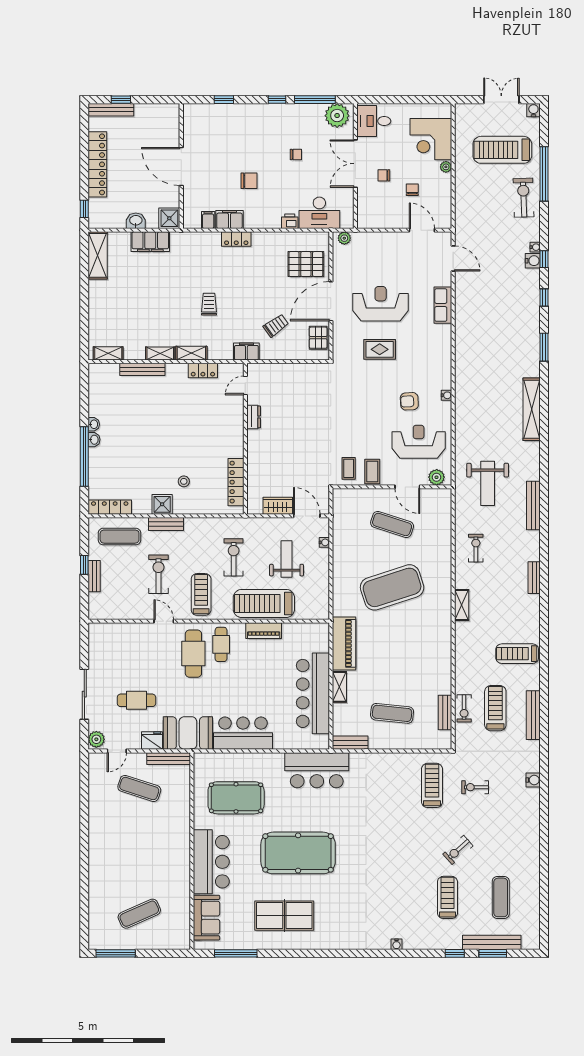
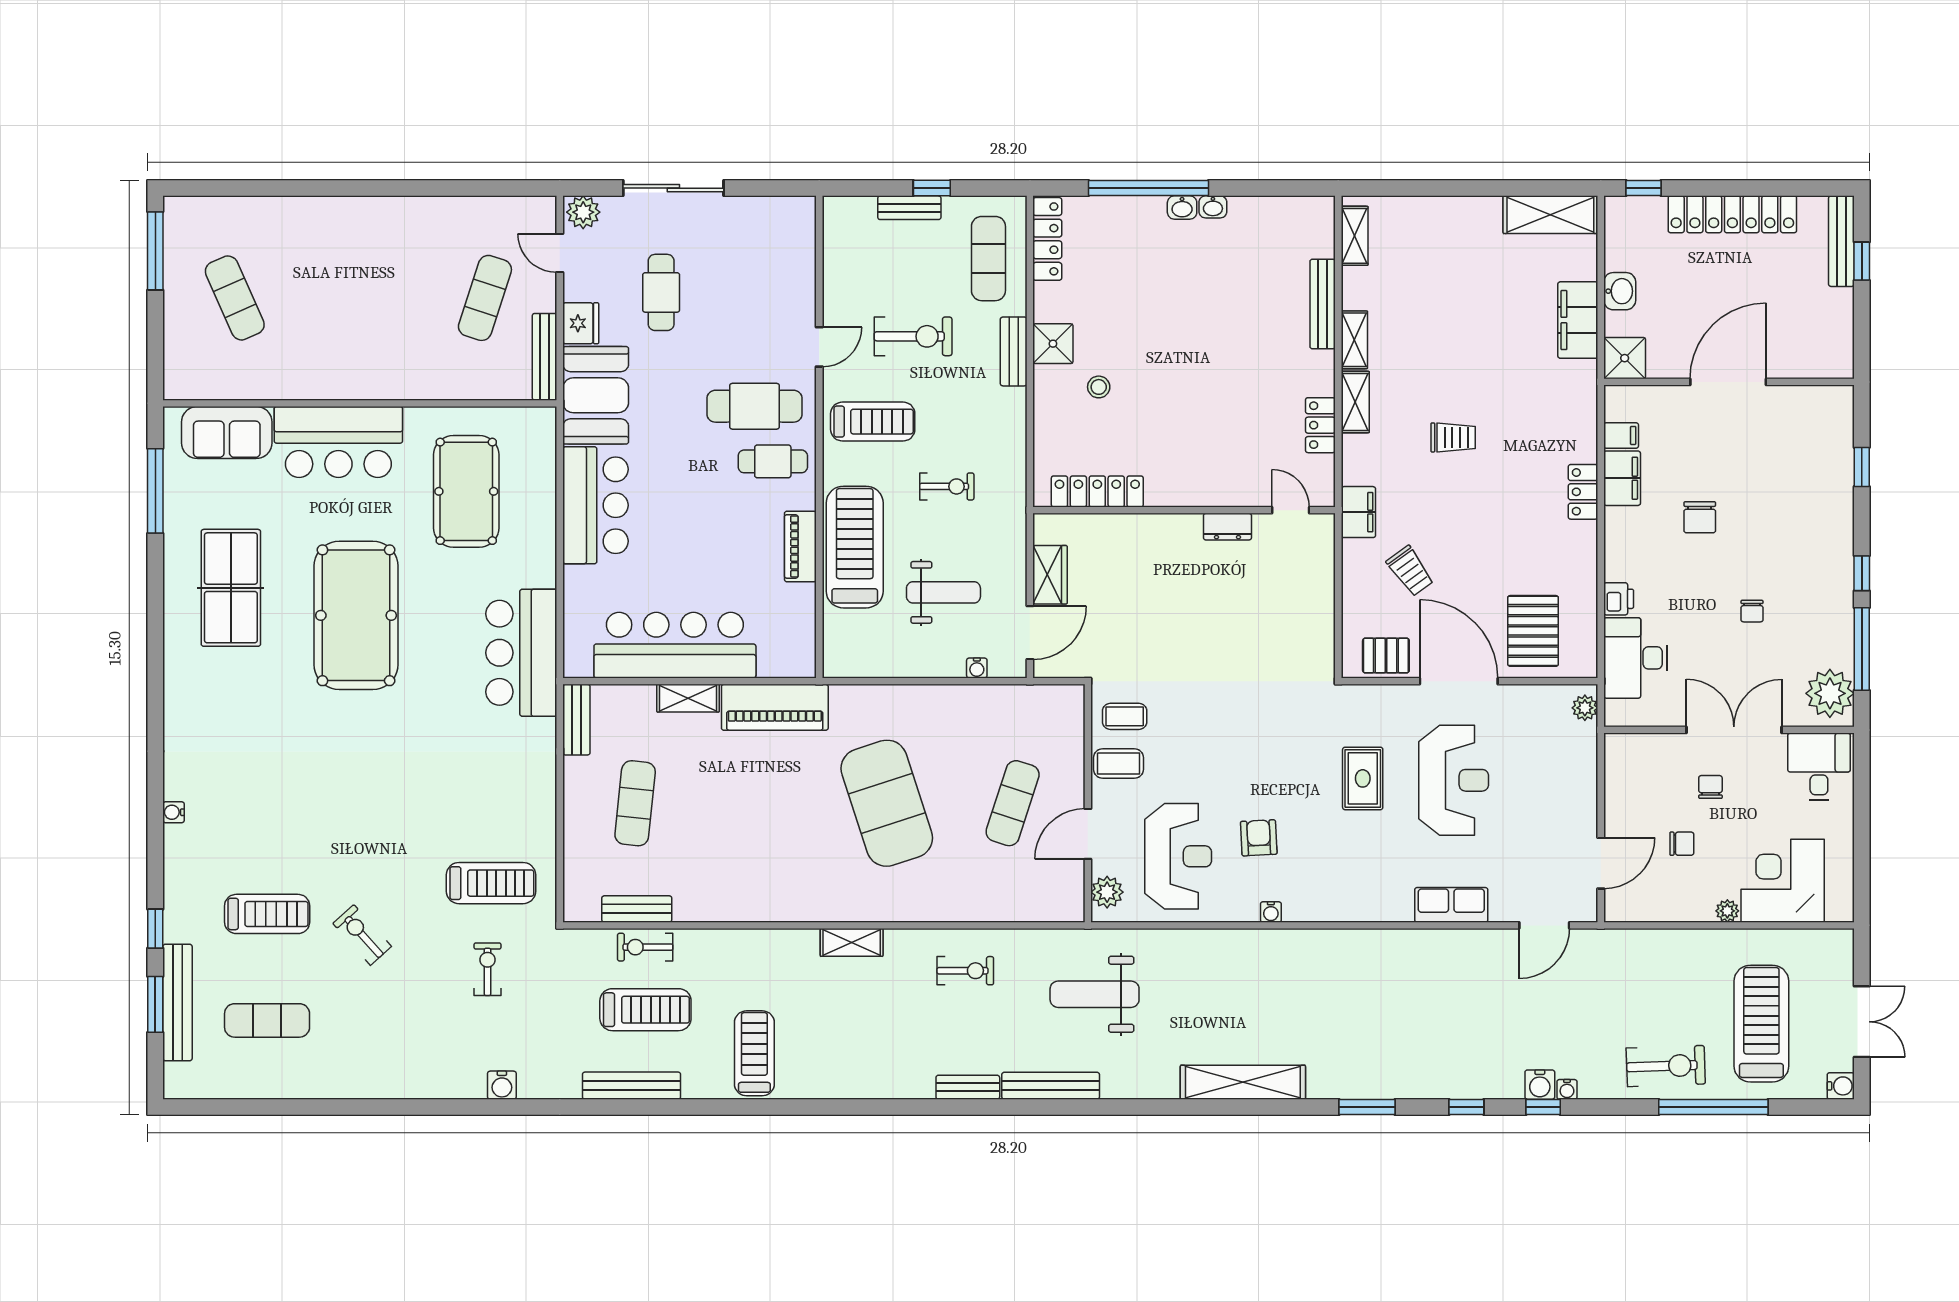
exercise bike: (234, 557) -> (947, 486), width x0.73, depth x0.72
bench: (534, 578) -> (968, 1087), moved

